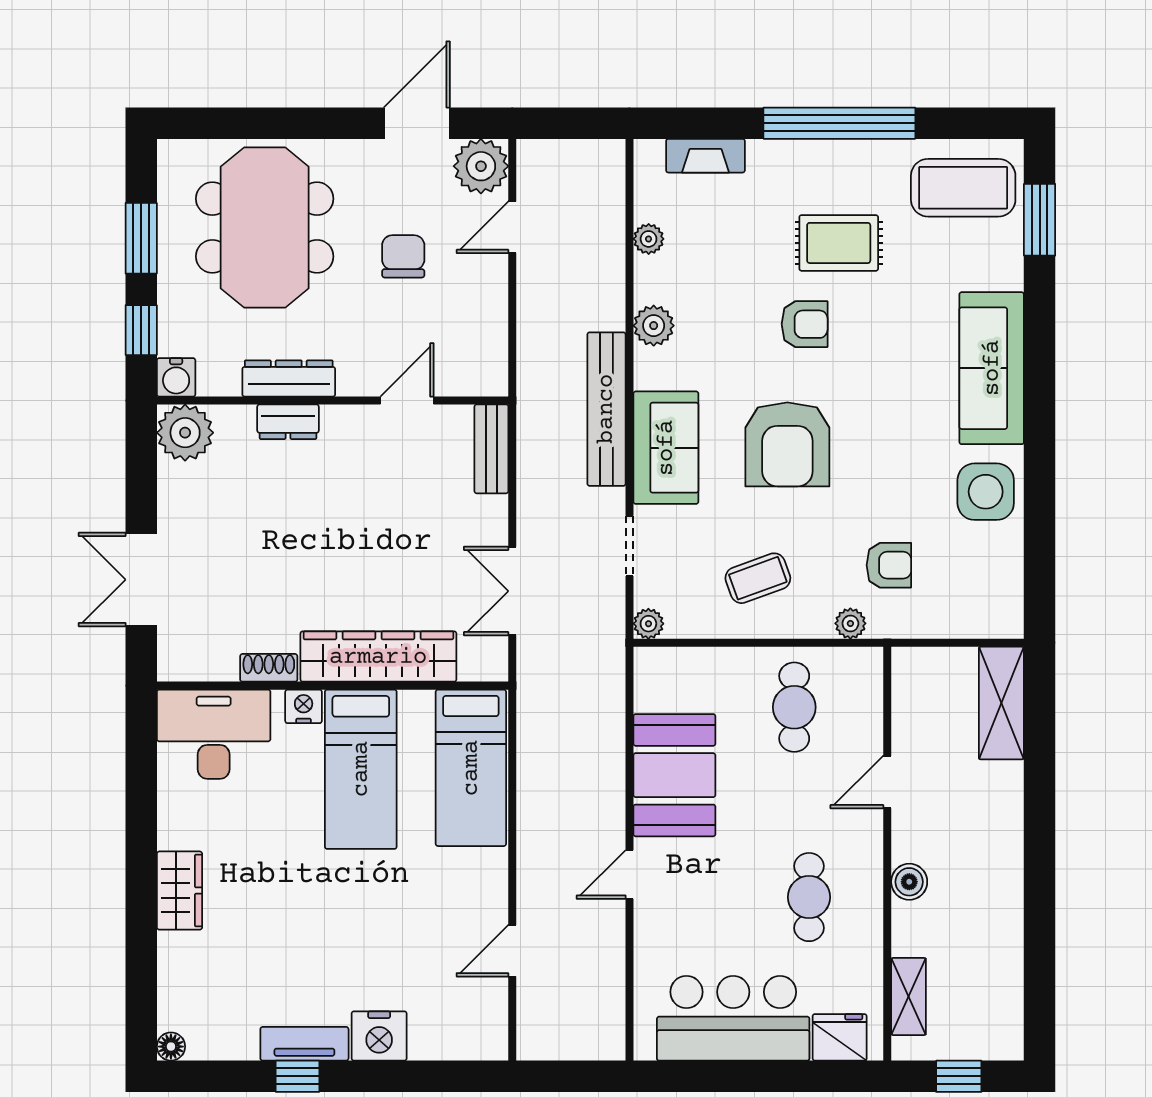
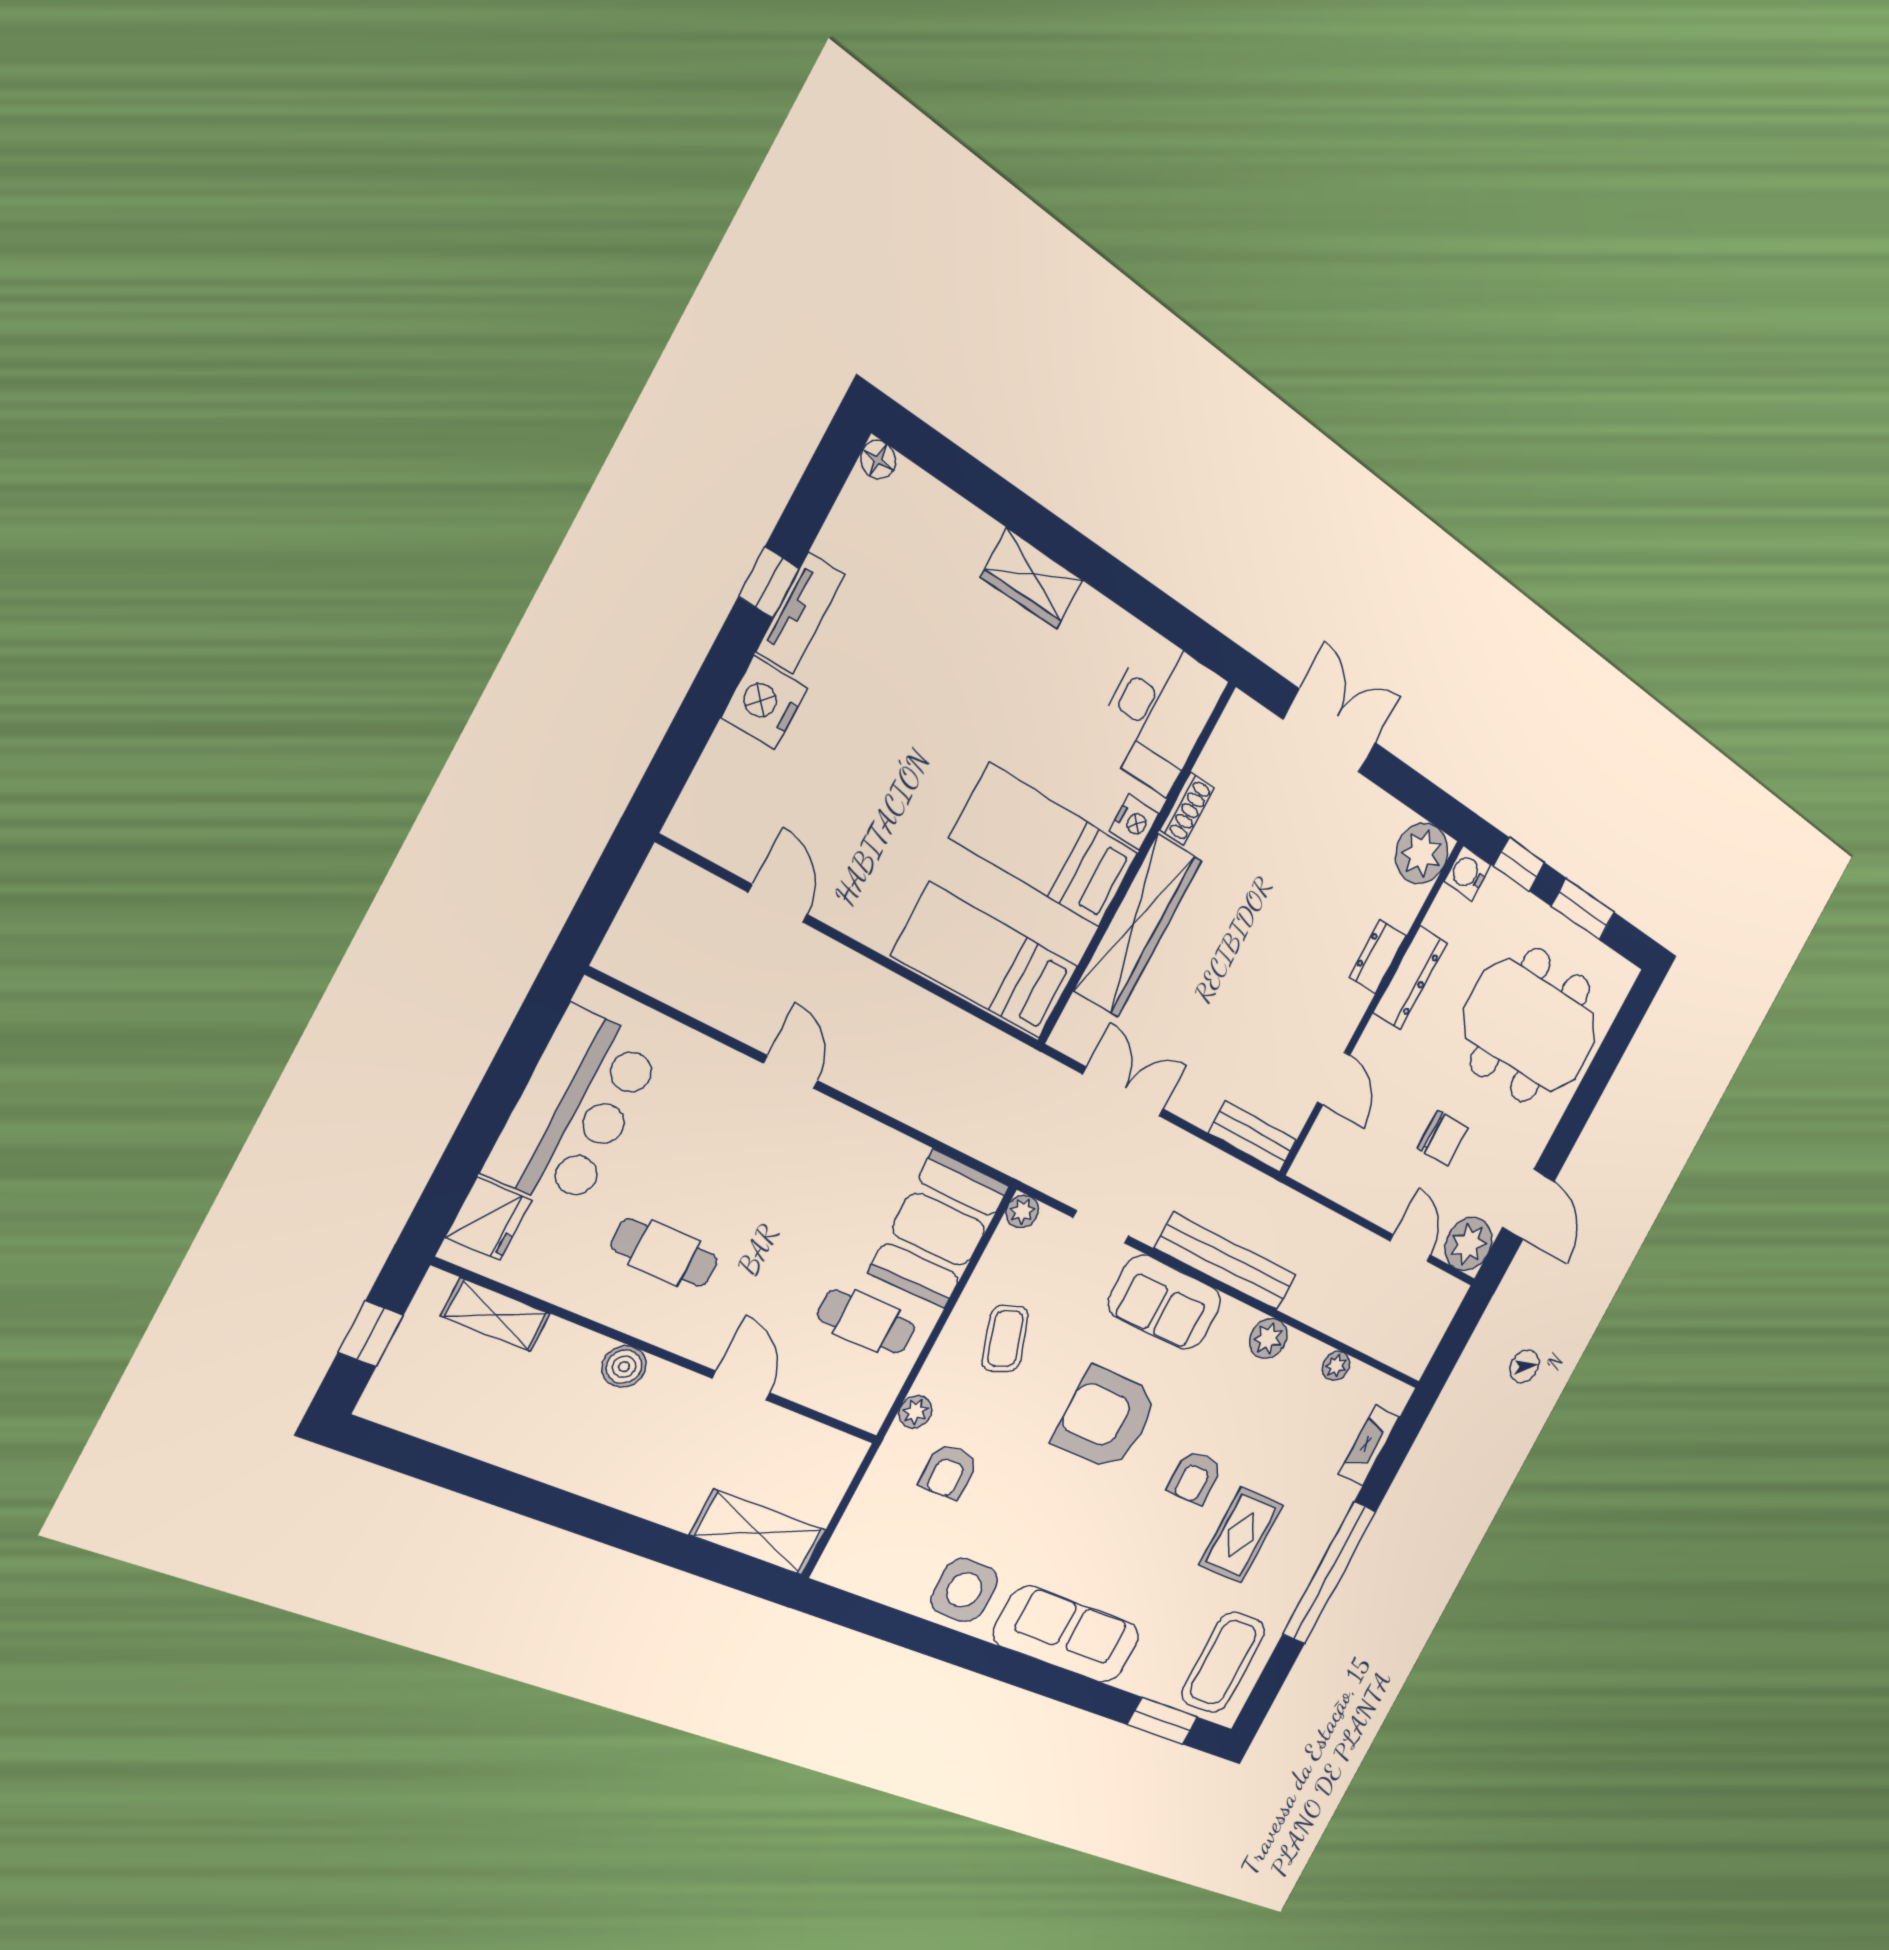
booth: (674, 775) -> (939, 1229), moved, turned 90

